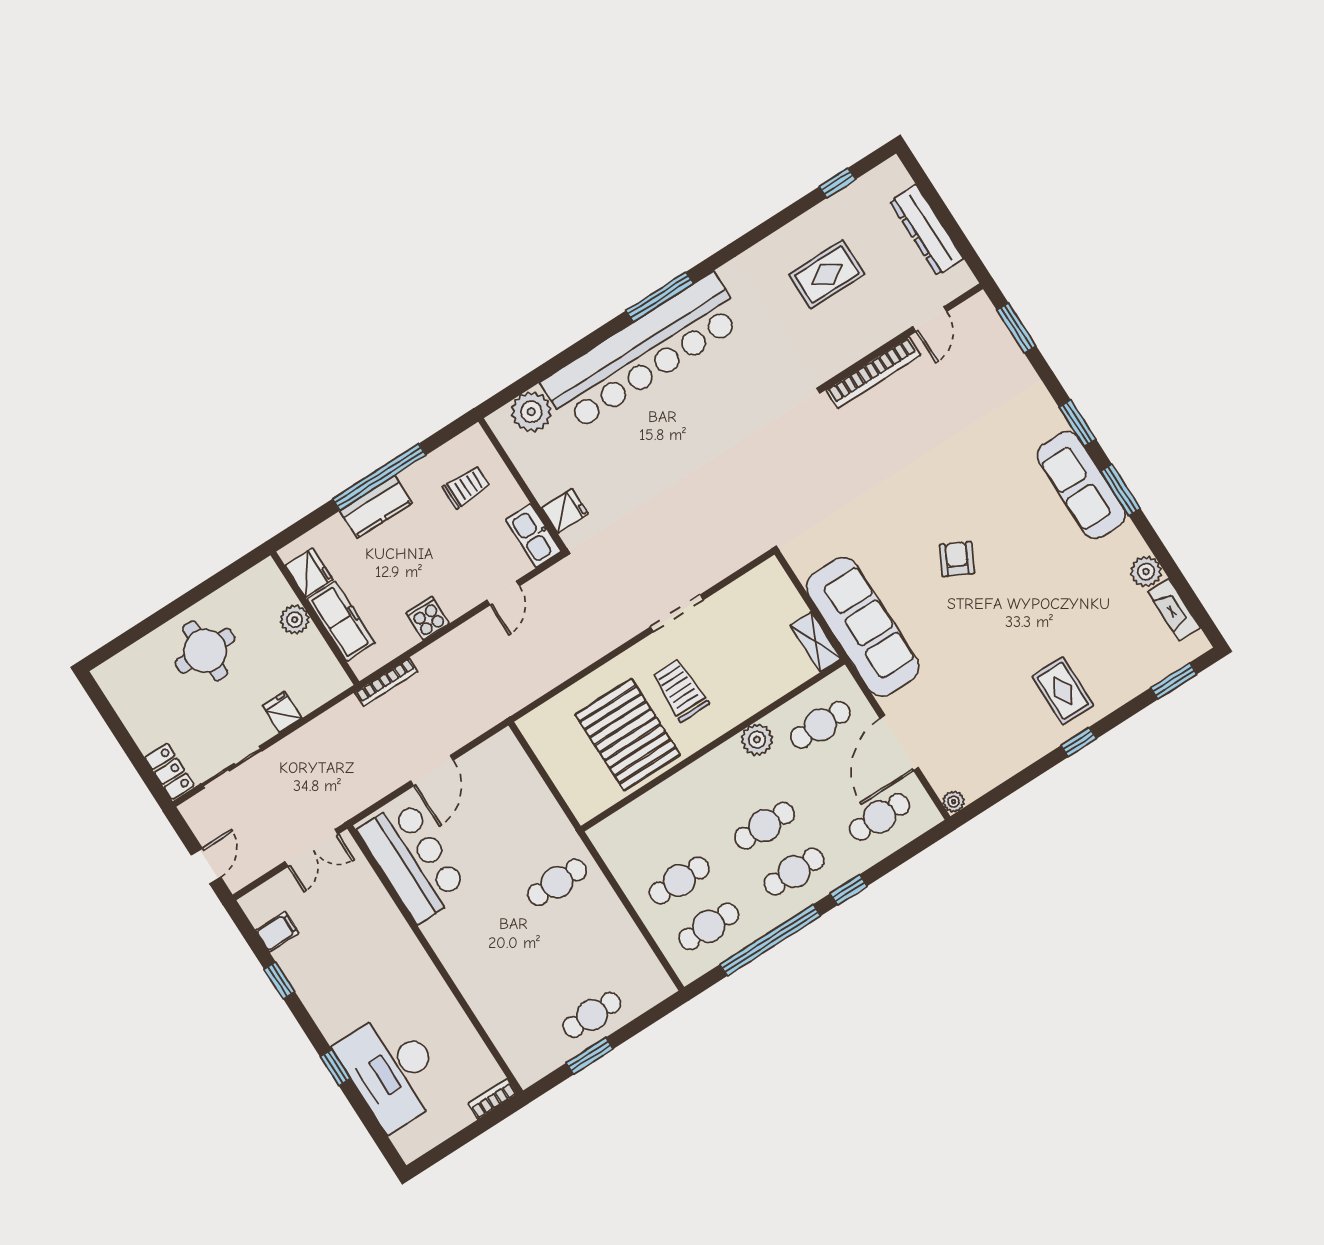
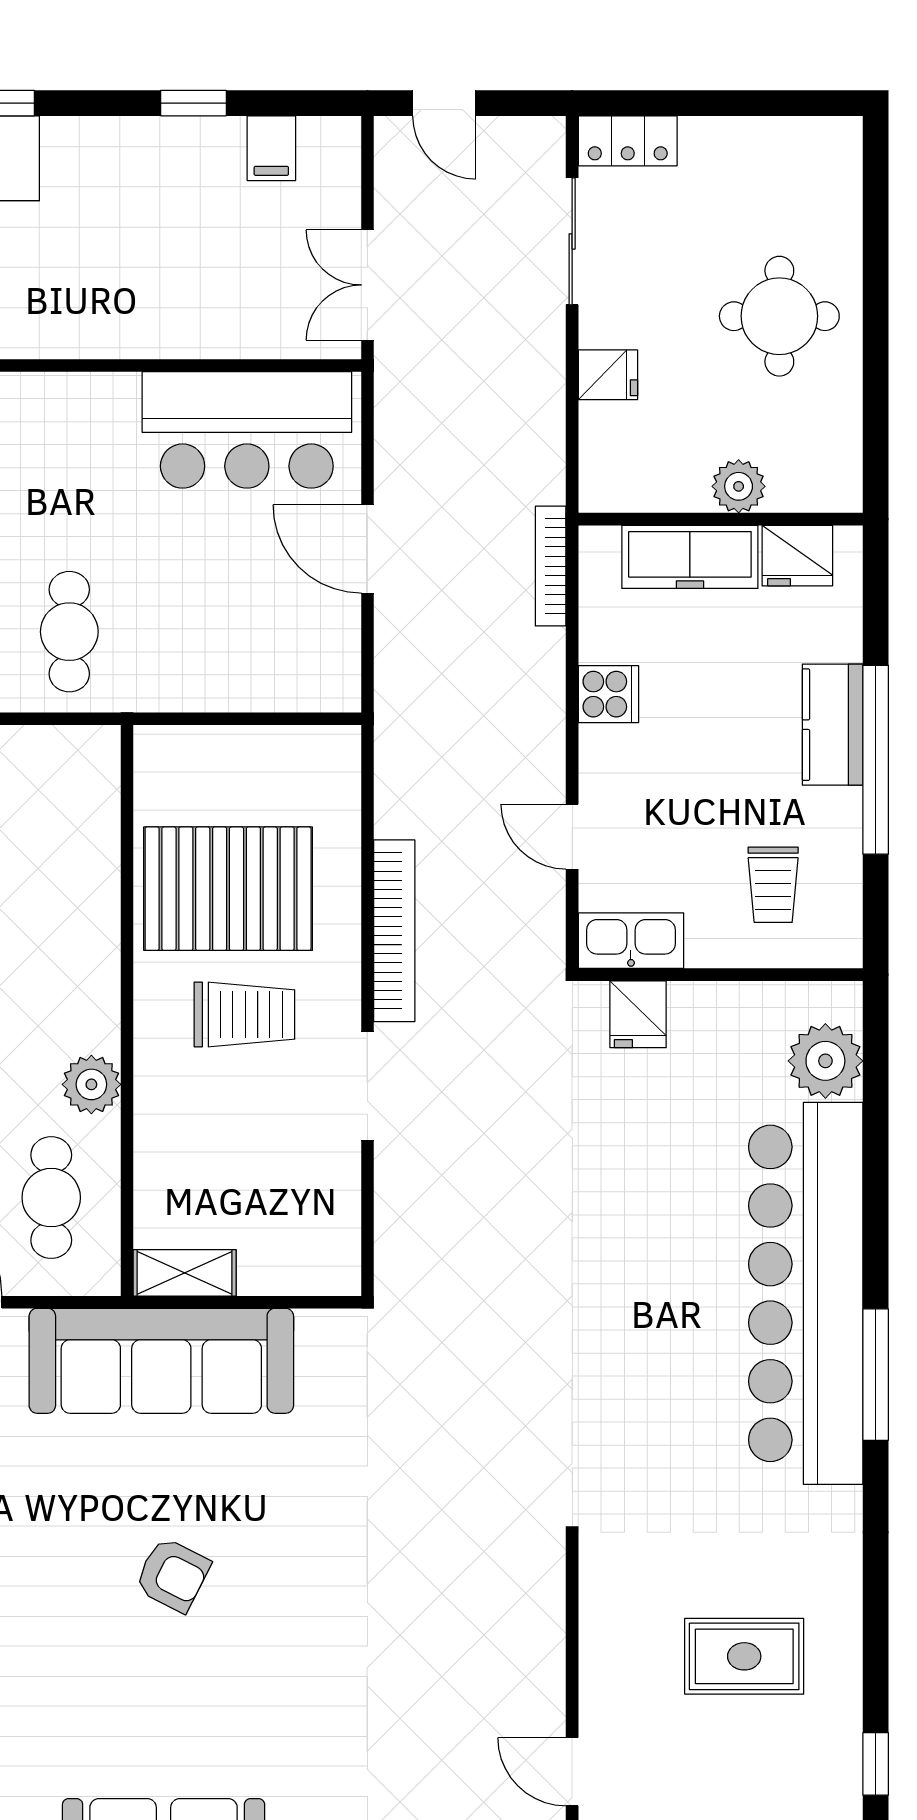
rug: (827, 274) -> (744, 1656), turned 90
bookcase: (873, 373) -> (394, 931), moved, turned 180

